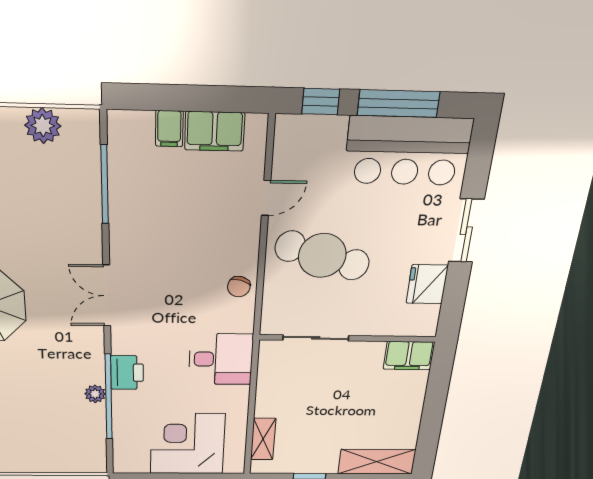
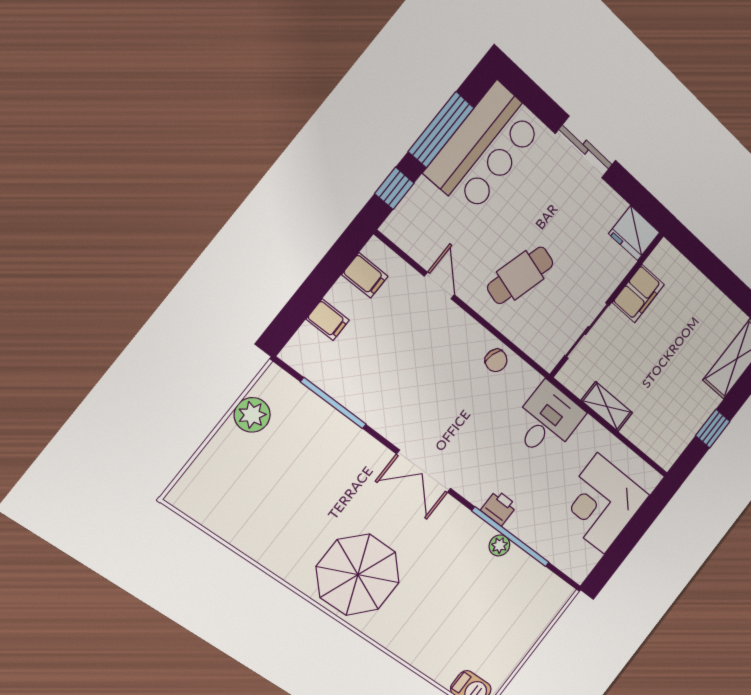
filing cabinet: (215, 131) -> (365, 275), width x0.50
cafe table: (322, 256) -> (520, 275), width x0.73, depth x0.74
fridge: (427, 284) -> (634, 233), moved
filing cabinet: (409, 356) -> (638, 294), moved
printer: (127, 373) -> (499, 508), width x0.73, depth x0.81
shelving: (263, 439) -> (607, 407), moved

